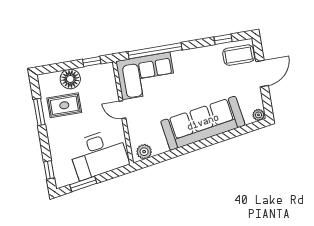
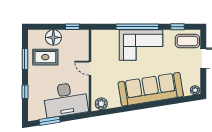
window: (155, 51) -> (137, 27), moved
corner sofa: (146, 76) -> (141, 45), moved
window: (49, 170) -> (25, 92), moved

